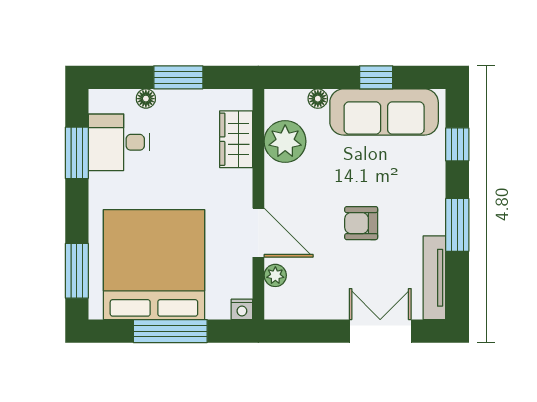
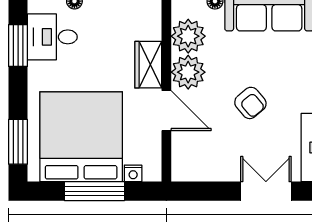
wardrobe: (236, 139) -> (148, 65), moved
armchair: (361, 223) -> (250, 103), turned -130
plant: (275, 275) -> (188, 72), moved, width x1.88, depth x1.88
nightstand: (242, 309) -> (133, 173), moved

